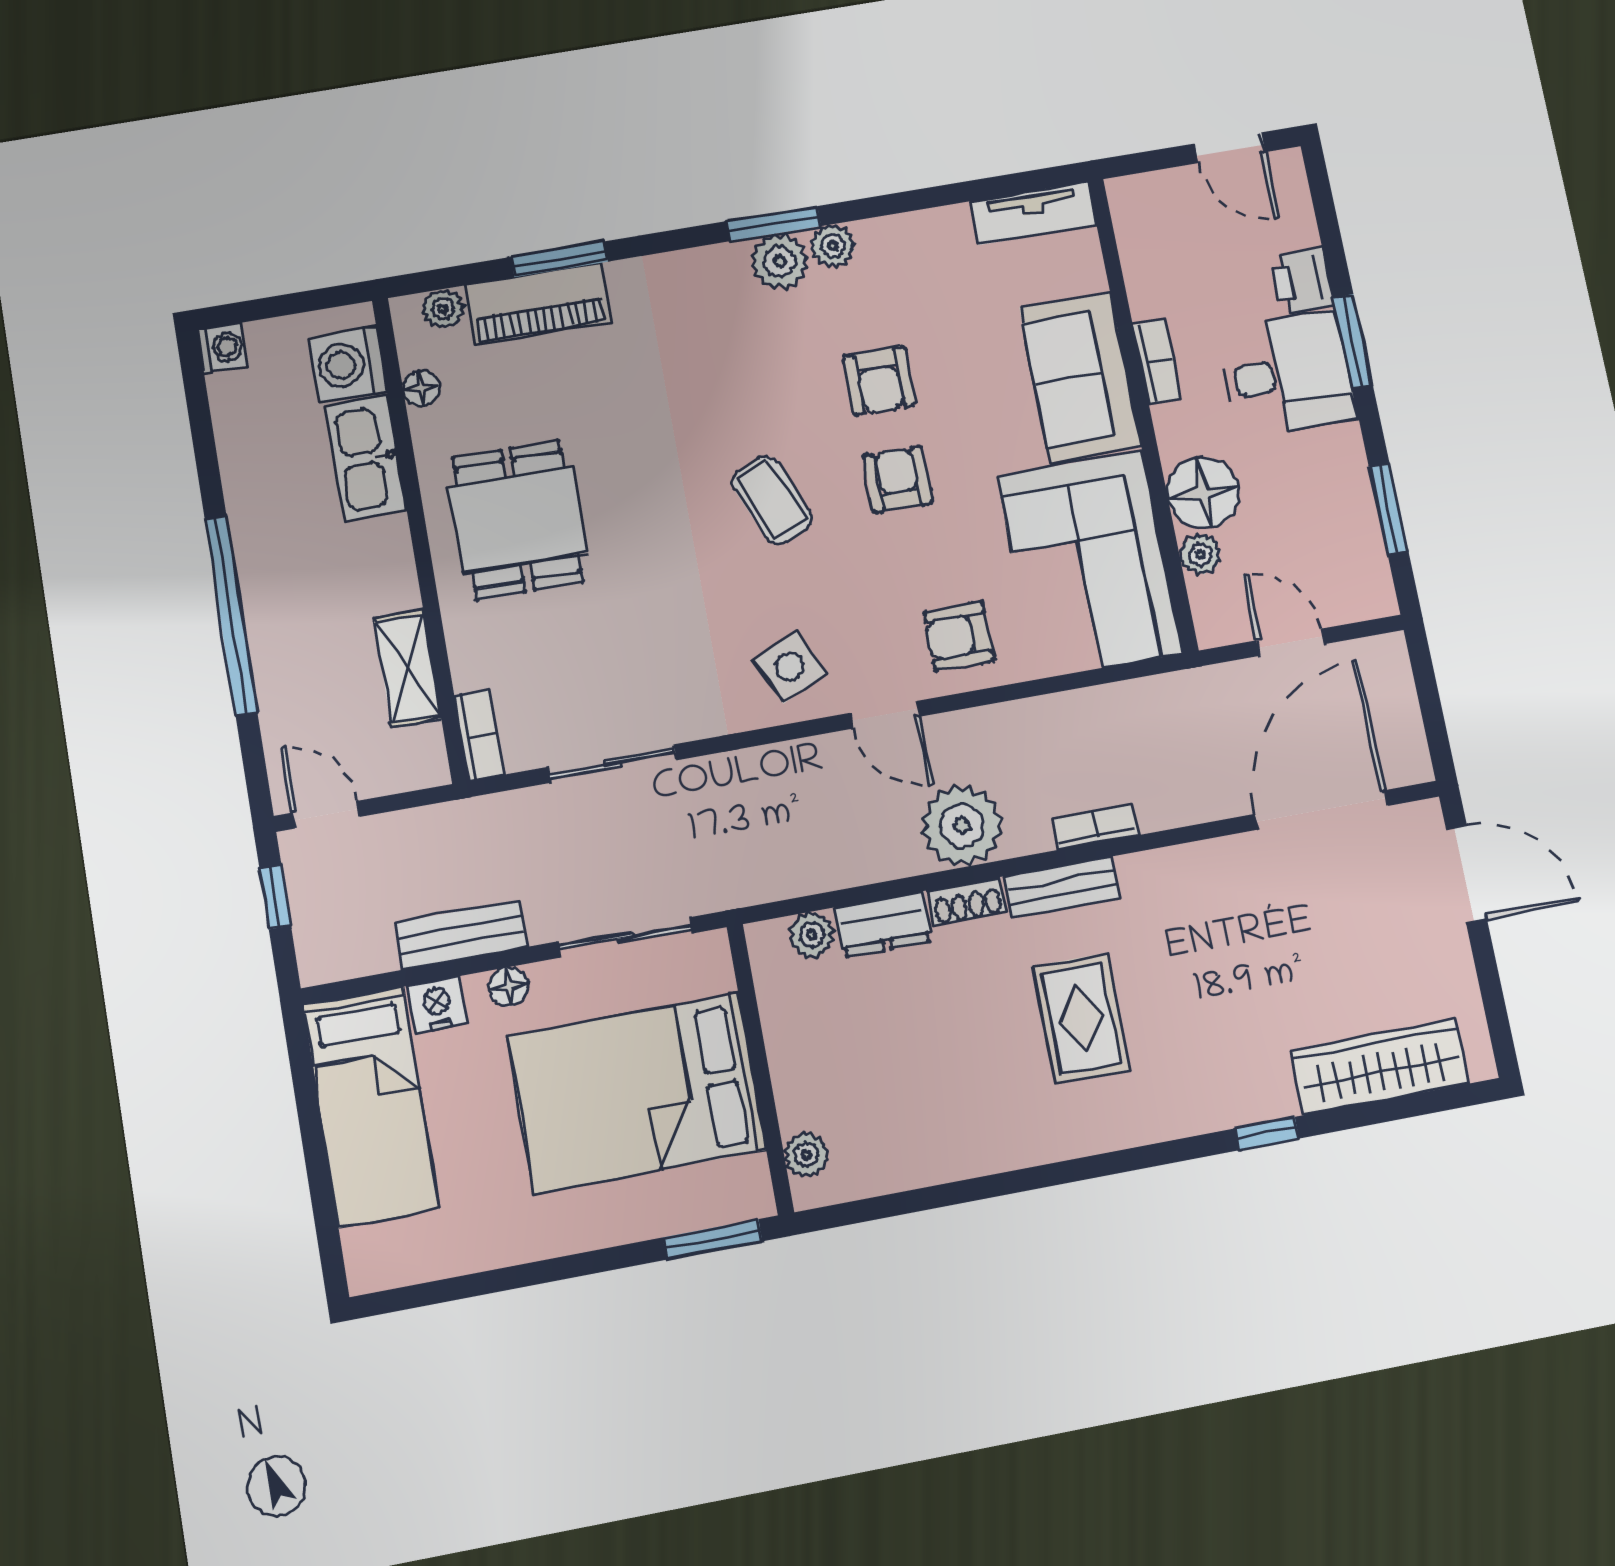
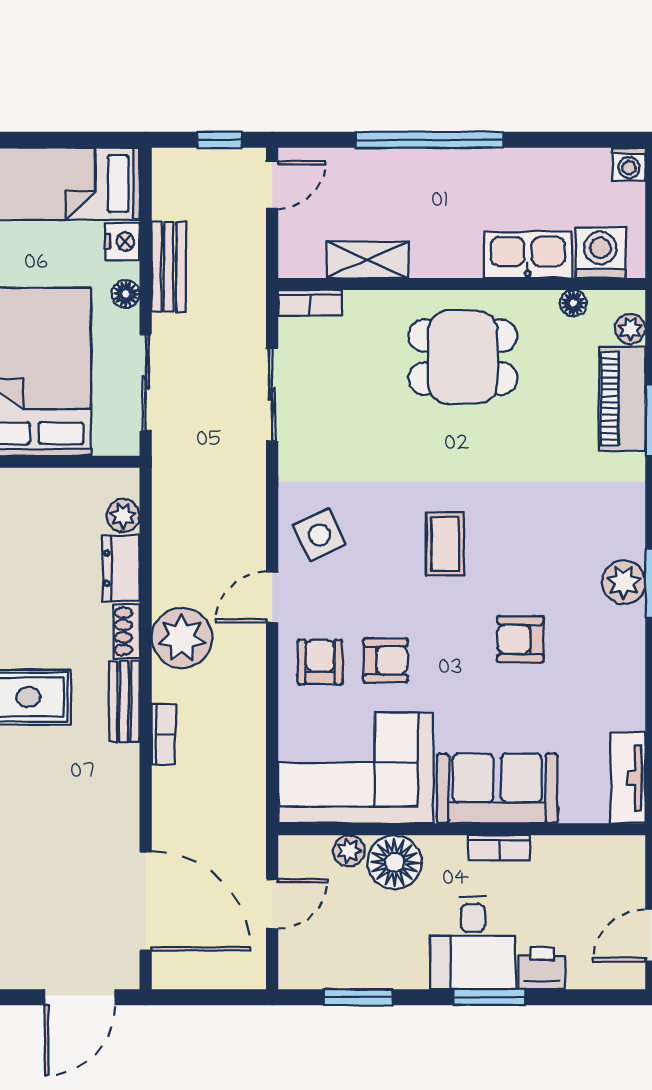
plant: (833, 246) -> (629, 624), removed
armchair: (898, 479) -> (386, 660), moved
coffee table: (772, 500) -> (445, 544), turned -67

